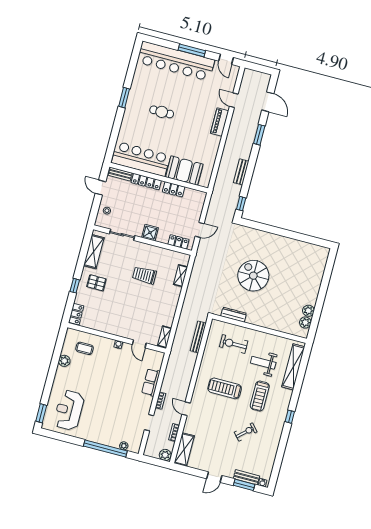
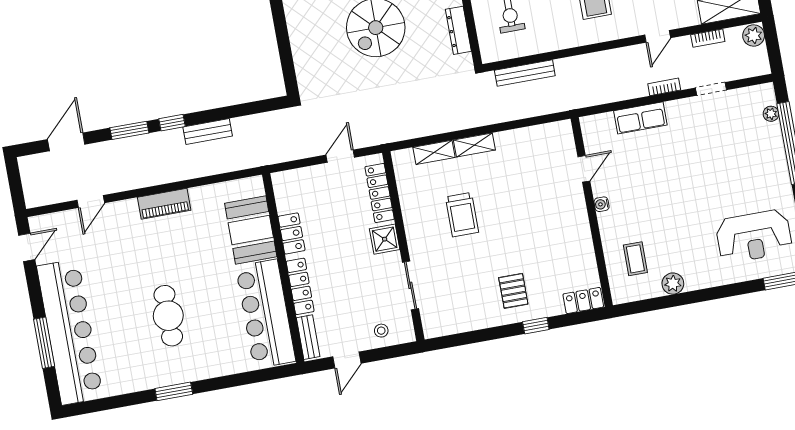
window: (192, 50) -> (44, 343), moved
cafe table: (162, 112) -> (168, 316), width x1.37, depth x1.35
piano: (220, 122) -> (164, 204), moved
window: (241, 204) -> (172, 123), moved
door: (200, 230) -> (340, 156), hinge flipped
locker: (178, 242) -> (380, 193), width x1.53
shelving: (94, 252) -> (462, 320), removed
shelving: (165, 337) -> (474, 145), moved

